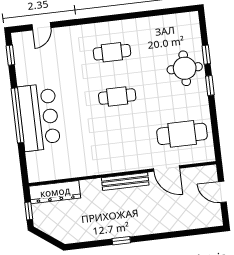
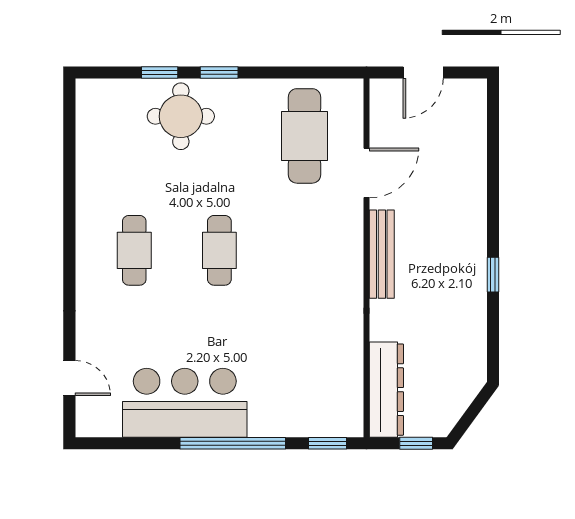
window: (10, 55) -> (327, 443), moved
bar counter: (39, 117) -> (185, 403), moved

